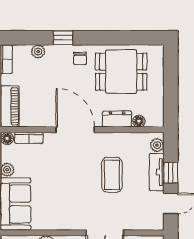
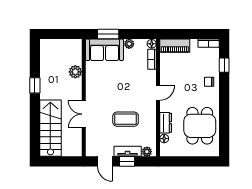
window: (63, 38) -> (224, 65), moved
plant: (38, 51) -> (214, 66), removed
chair: (80, 58) -> (209, 82), moved
door: (75, 130) -> (158, 93), width x0.53

